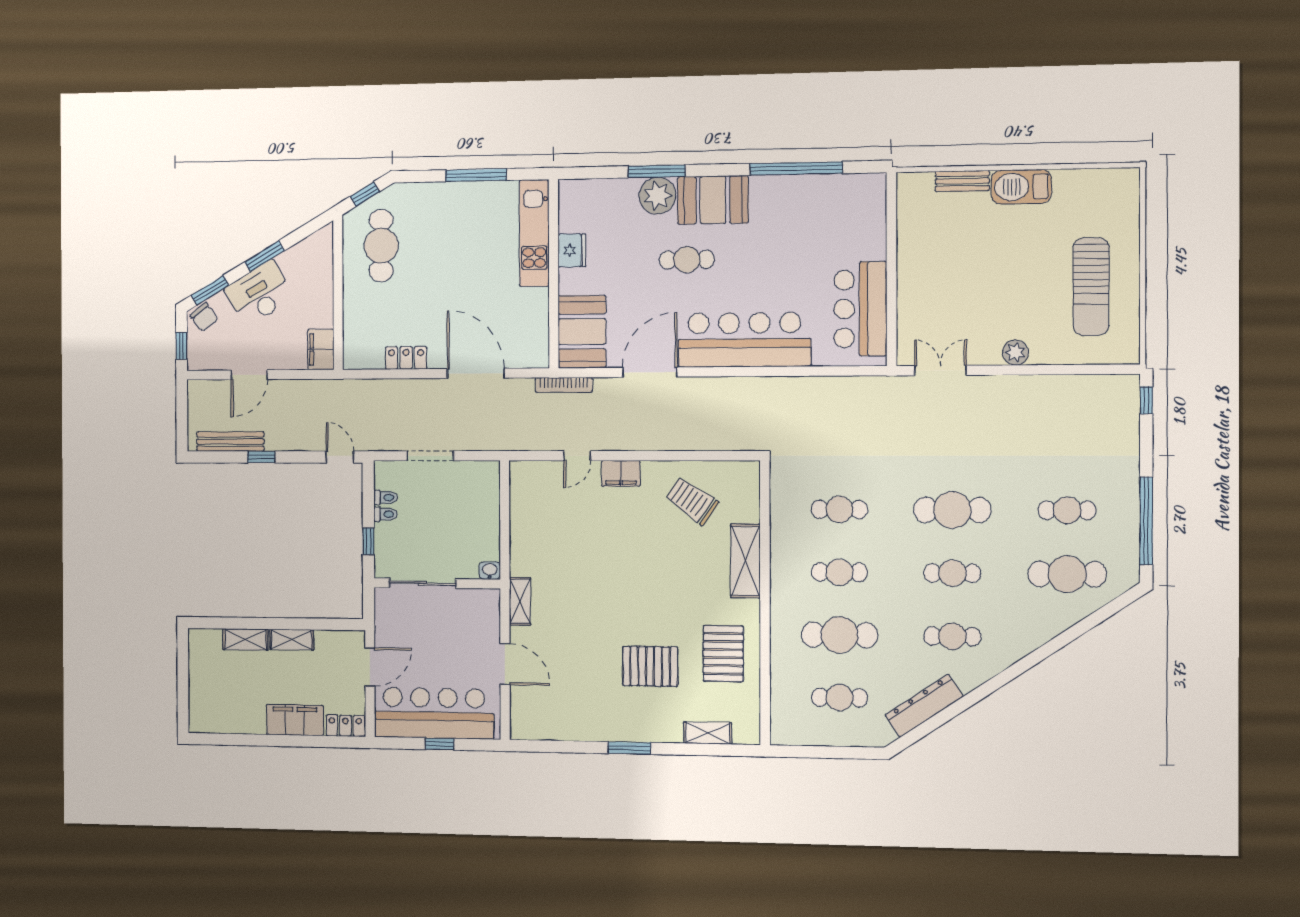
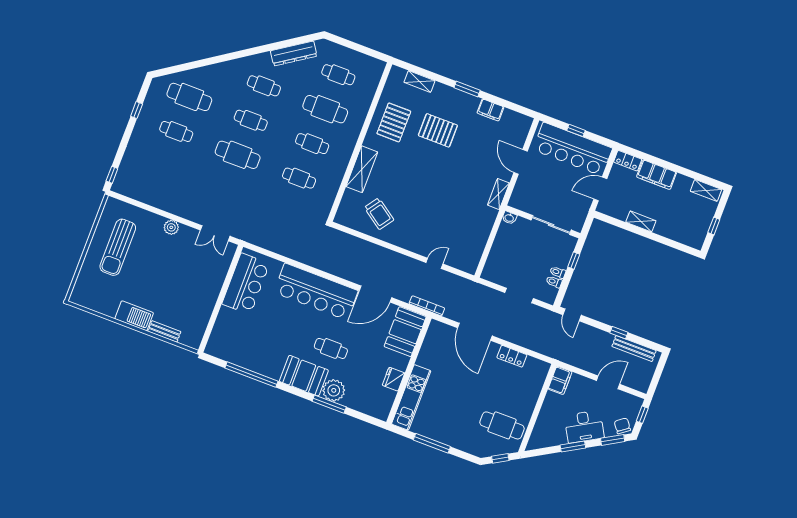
cafe table: (381, 246) -> (502, 425), turned 90
sun lounger: (1091, 287) -> (118, 247), turned 180
filing cabinet: (621, 473) -> (490, 110), moved, turned 180
window: (1146, 521) -> (137, 110), width x0.32
shelving: (245, 639) -> (706, 190), moved
window: (183, 673) -> (714, 226), added

